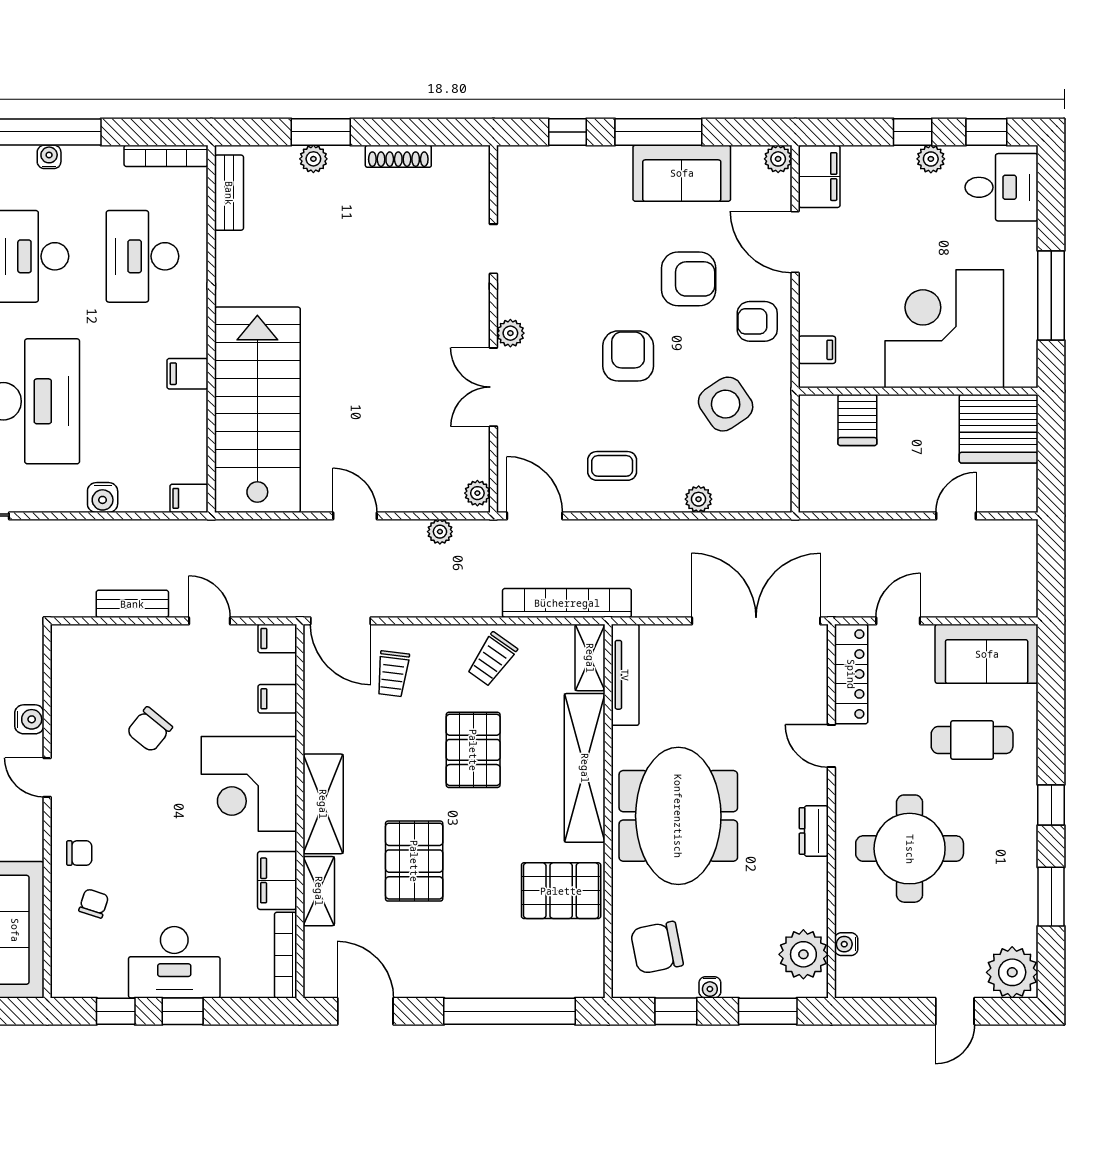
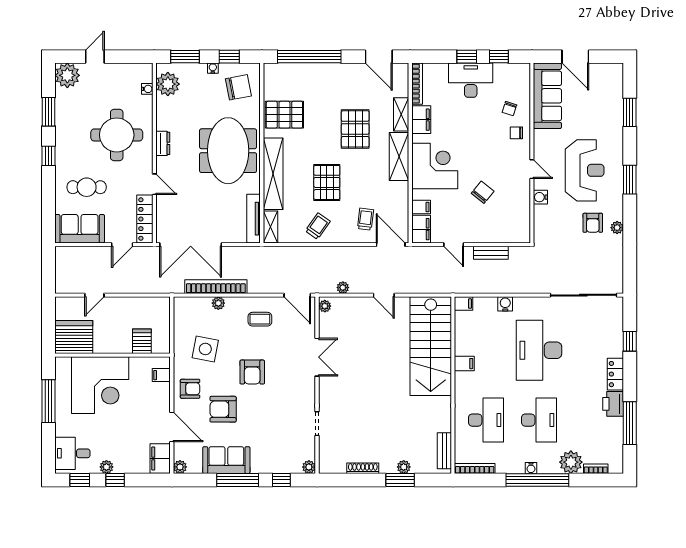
plant: (510, 333) -> (309, 467), moved
side table: (726, 404) -> (205, 349), turned 45
bookcase: (567, 603) -> (216, 287), moved, turned 180
filing cabinet: (277, 639) -> (421, 229), width x2.00

